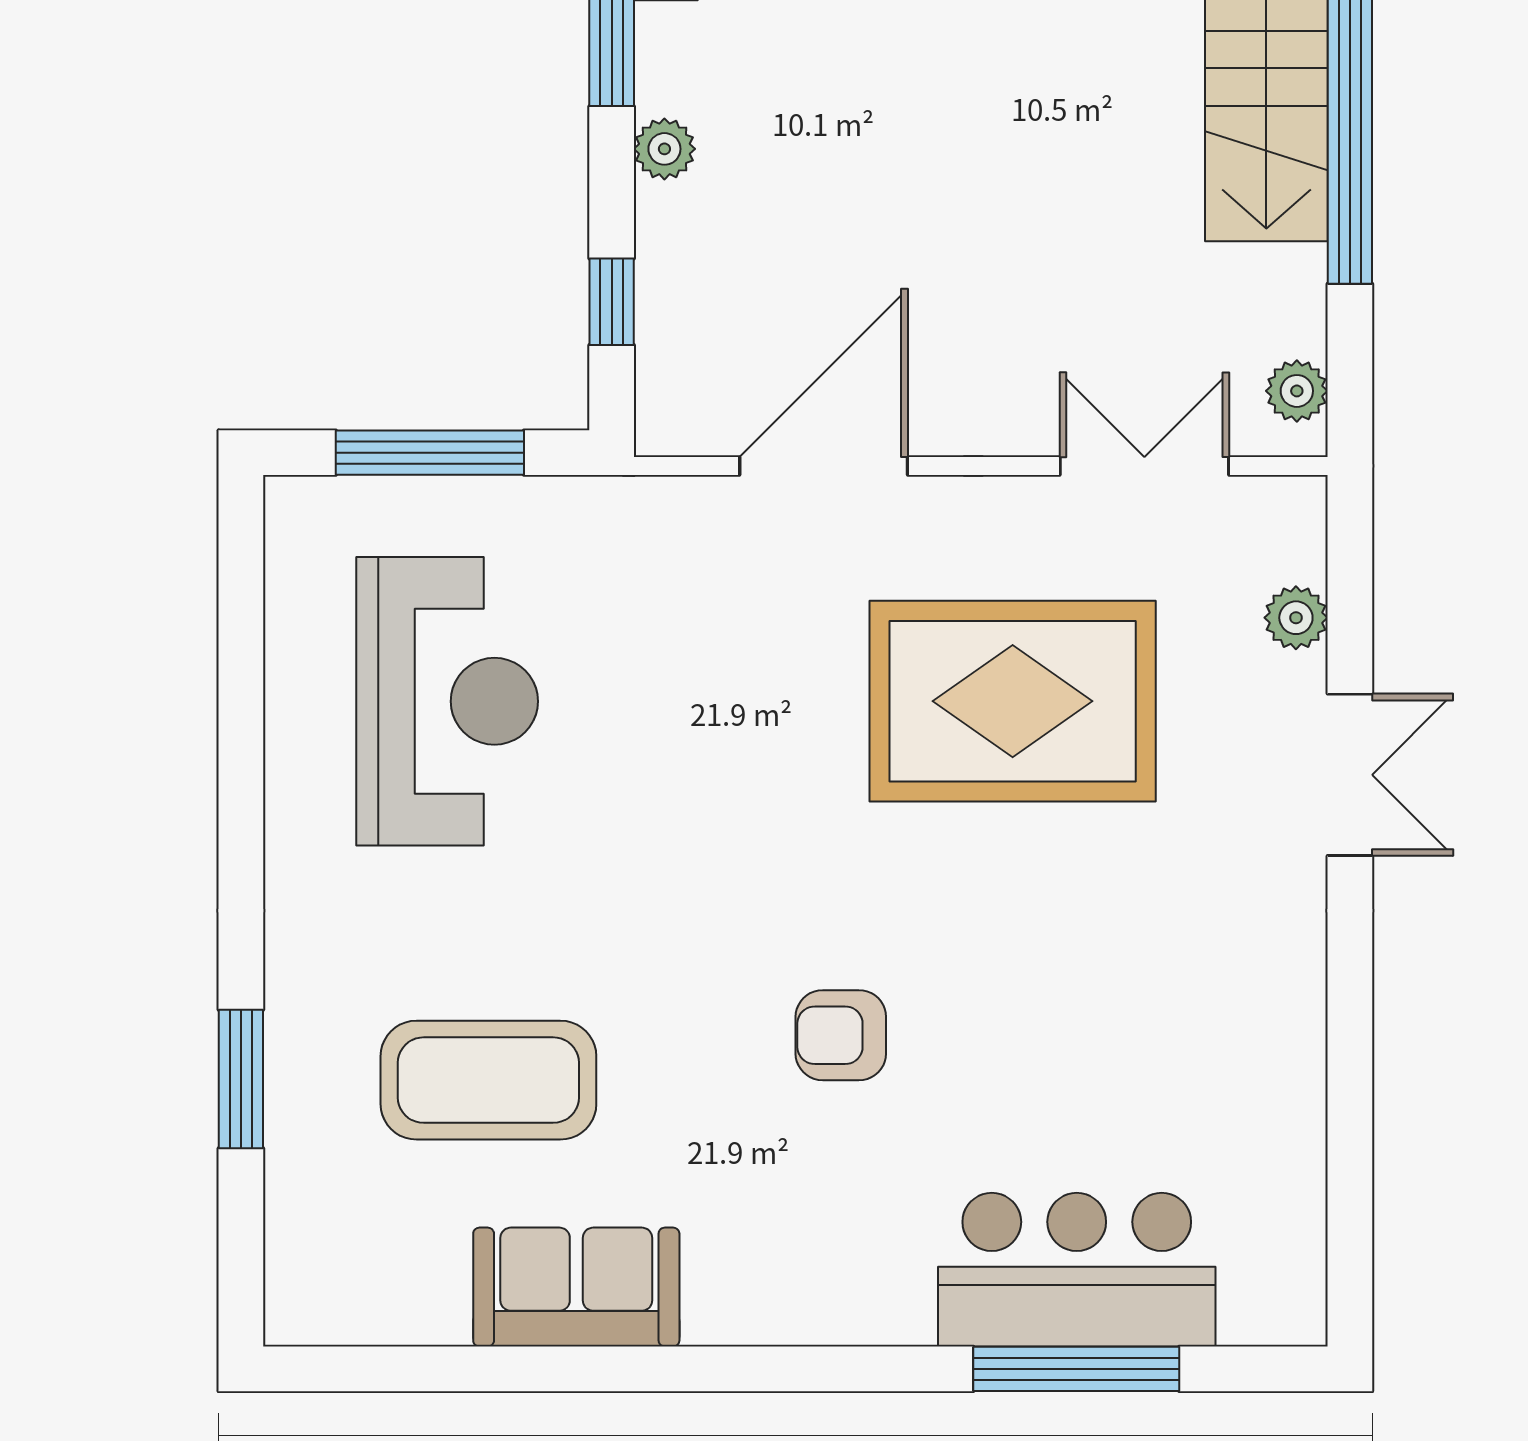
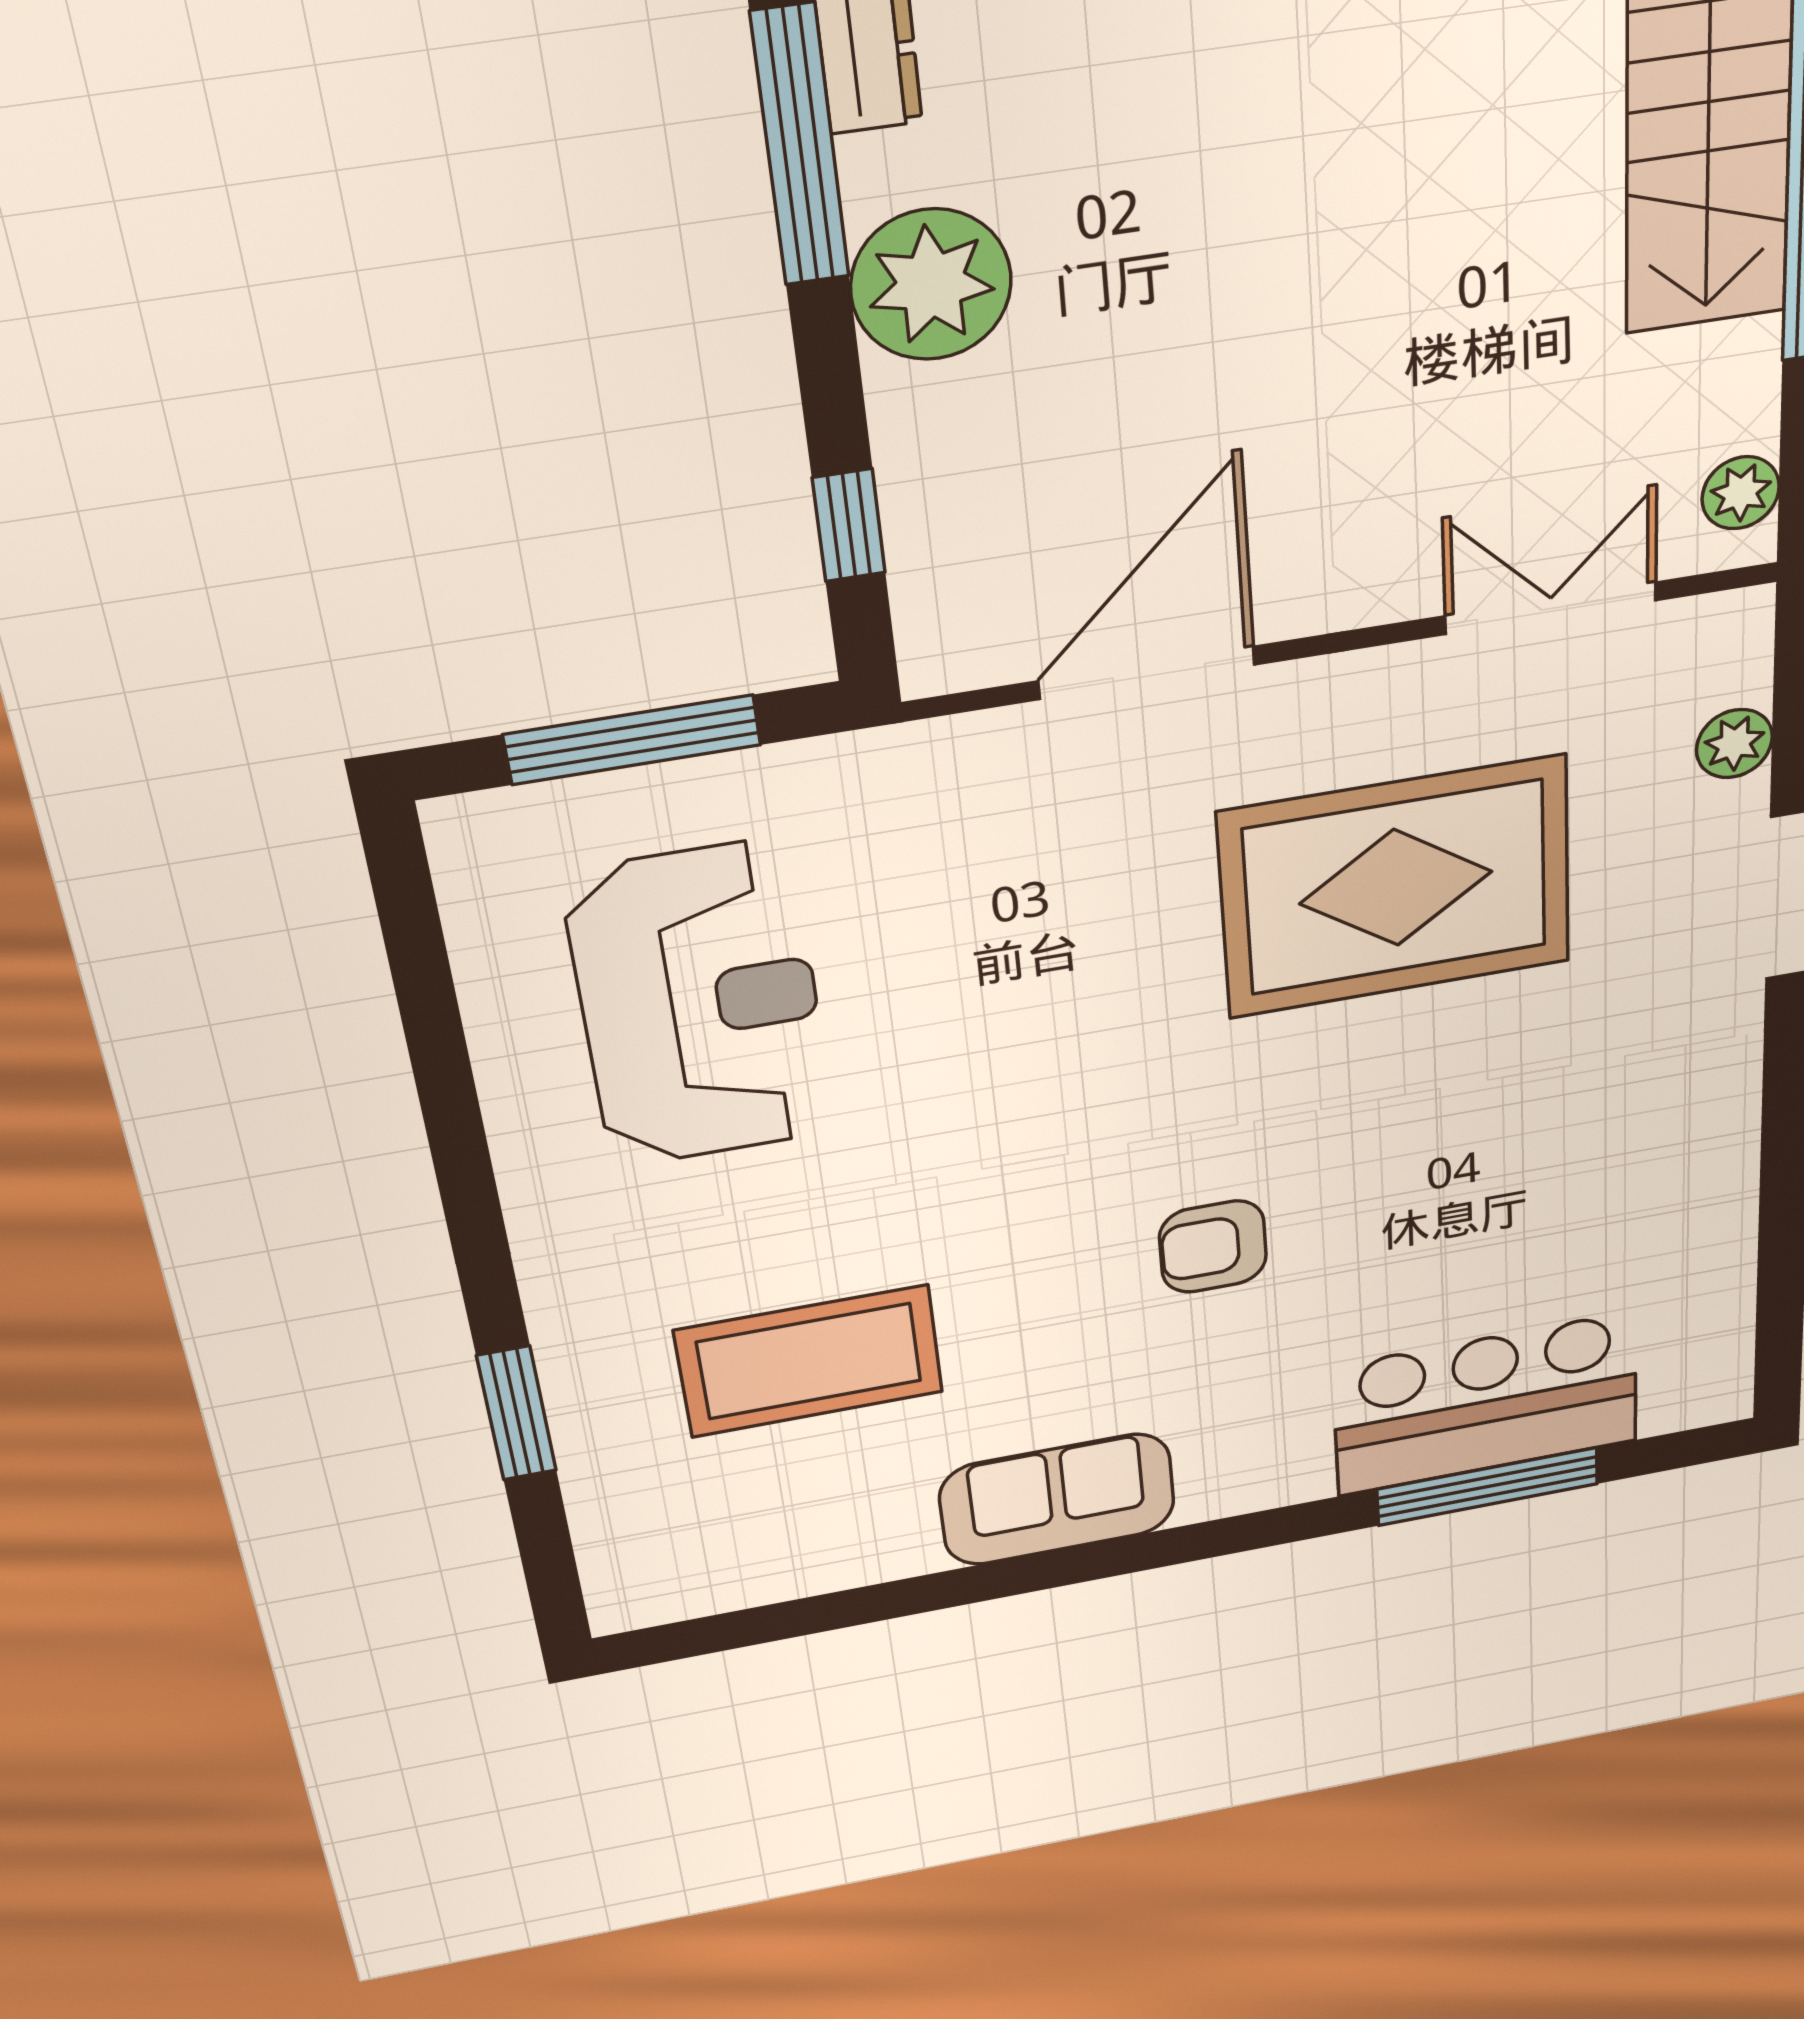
plant: (664, 149) -> (931, 285), width x1.87, depth x1.87
sofa: (576, 1287) -> (1057, 1499), moved

